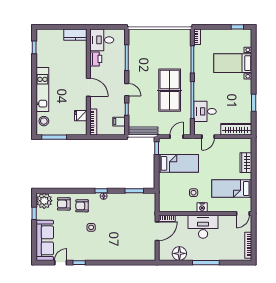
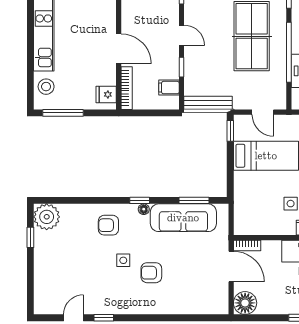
door: (88, 87) -> (119, 49), moved
fridge: (81, 116) -> (106, 94), moved
door: (176, 137) -> (263, 112), swing flipped
armchair: (64, 204) -> (151, 273), moved
door: (157, 231) -> (231, 266), hinge flipped
sofa: (45, 240) -> (183, 218), moved, turned 90
floor lamp: (179, 253) -> (245, 303), moved

